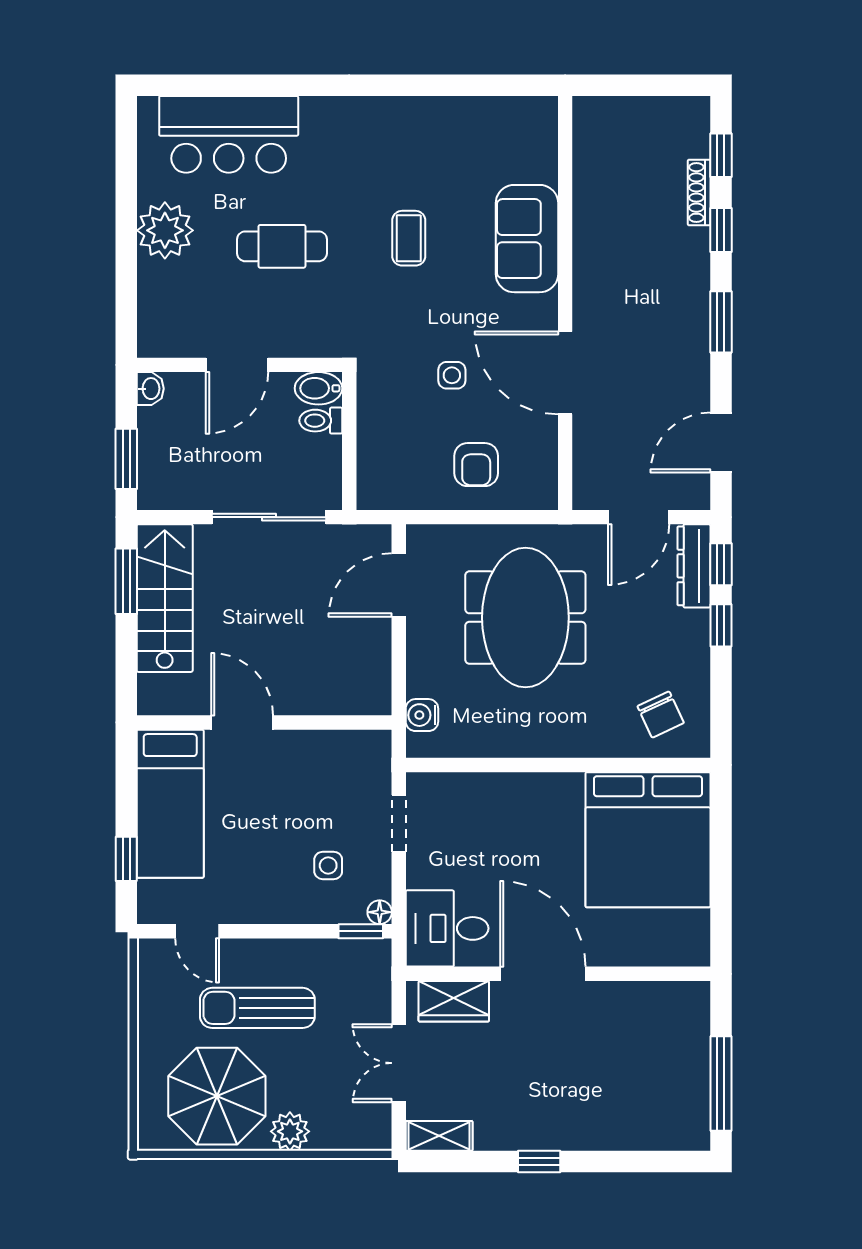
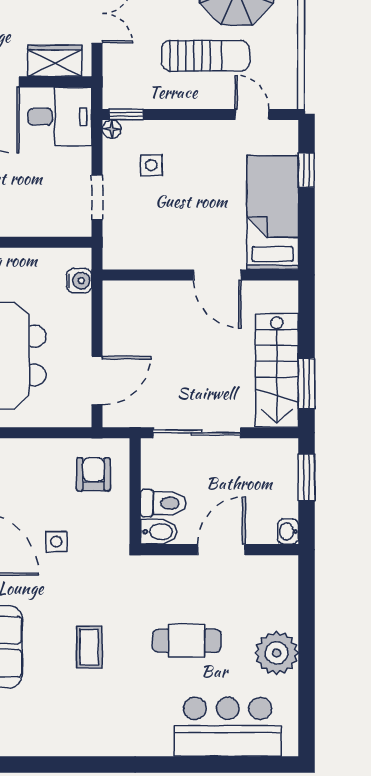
toilet: (321, 421) -> (163, 503), width x1.37, depth x1.39
armchair: (476, 465) -> (93, 474), moved

